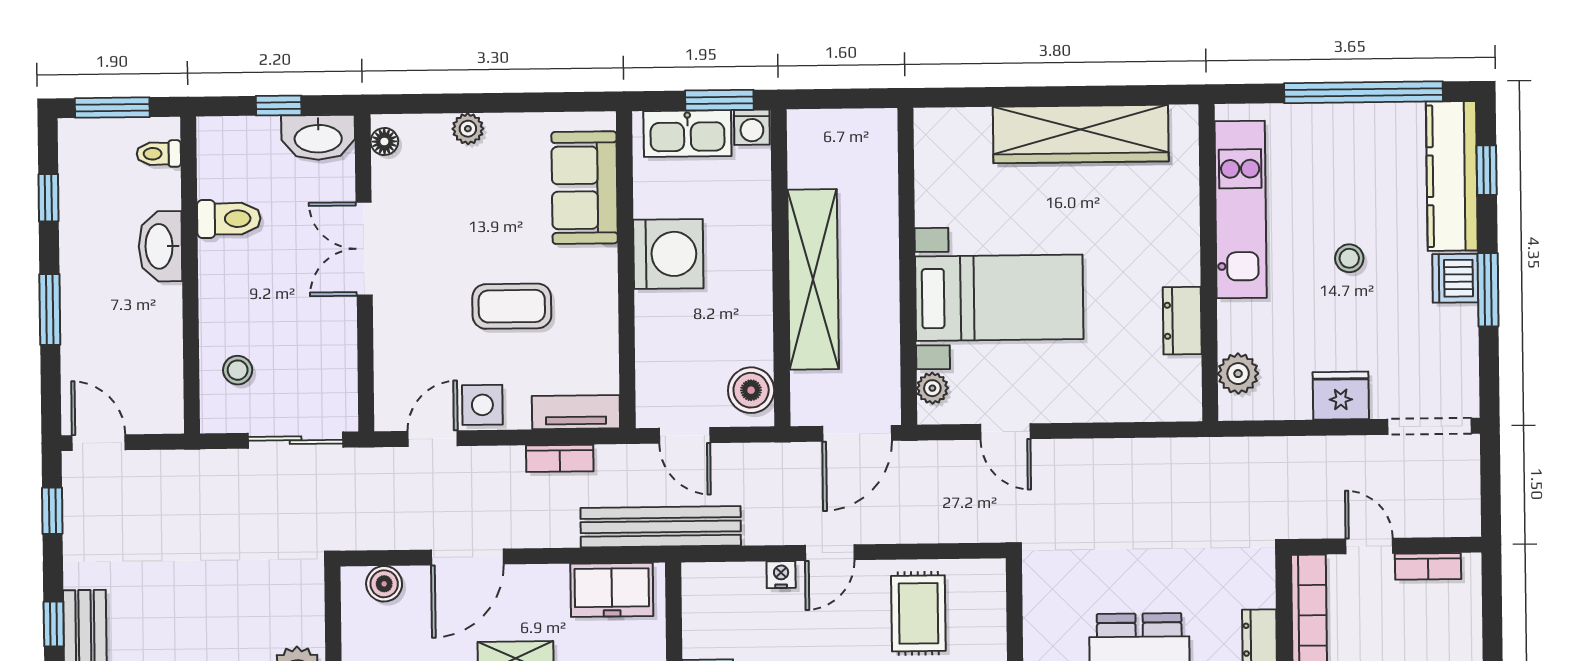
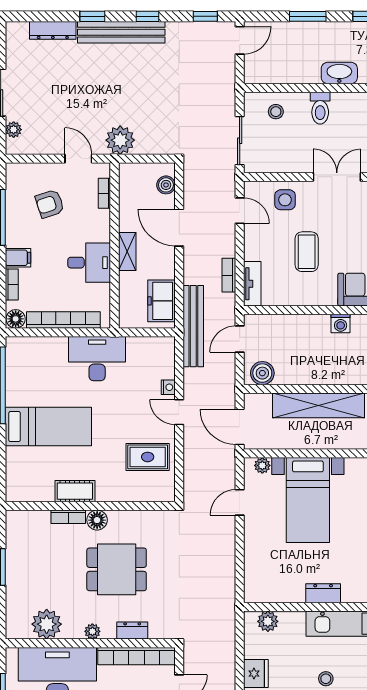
toilet: (229, 219) -> (320, 108), moved
washing machine: (668, 254) -> (341, 323), width x0.53, depth x0.53
dresser: (1182, 321) -> (323, 593), moved
side table: (482, 405) -> (285, 200), moved

